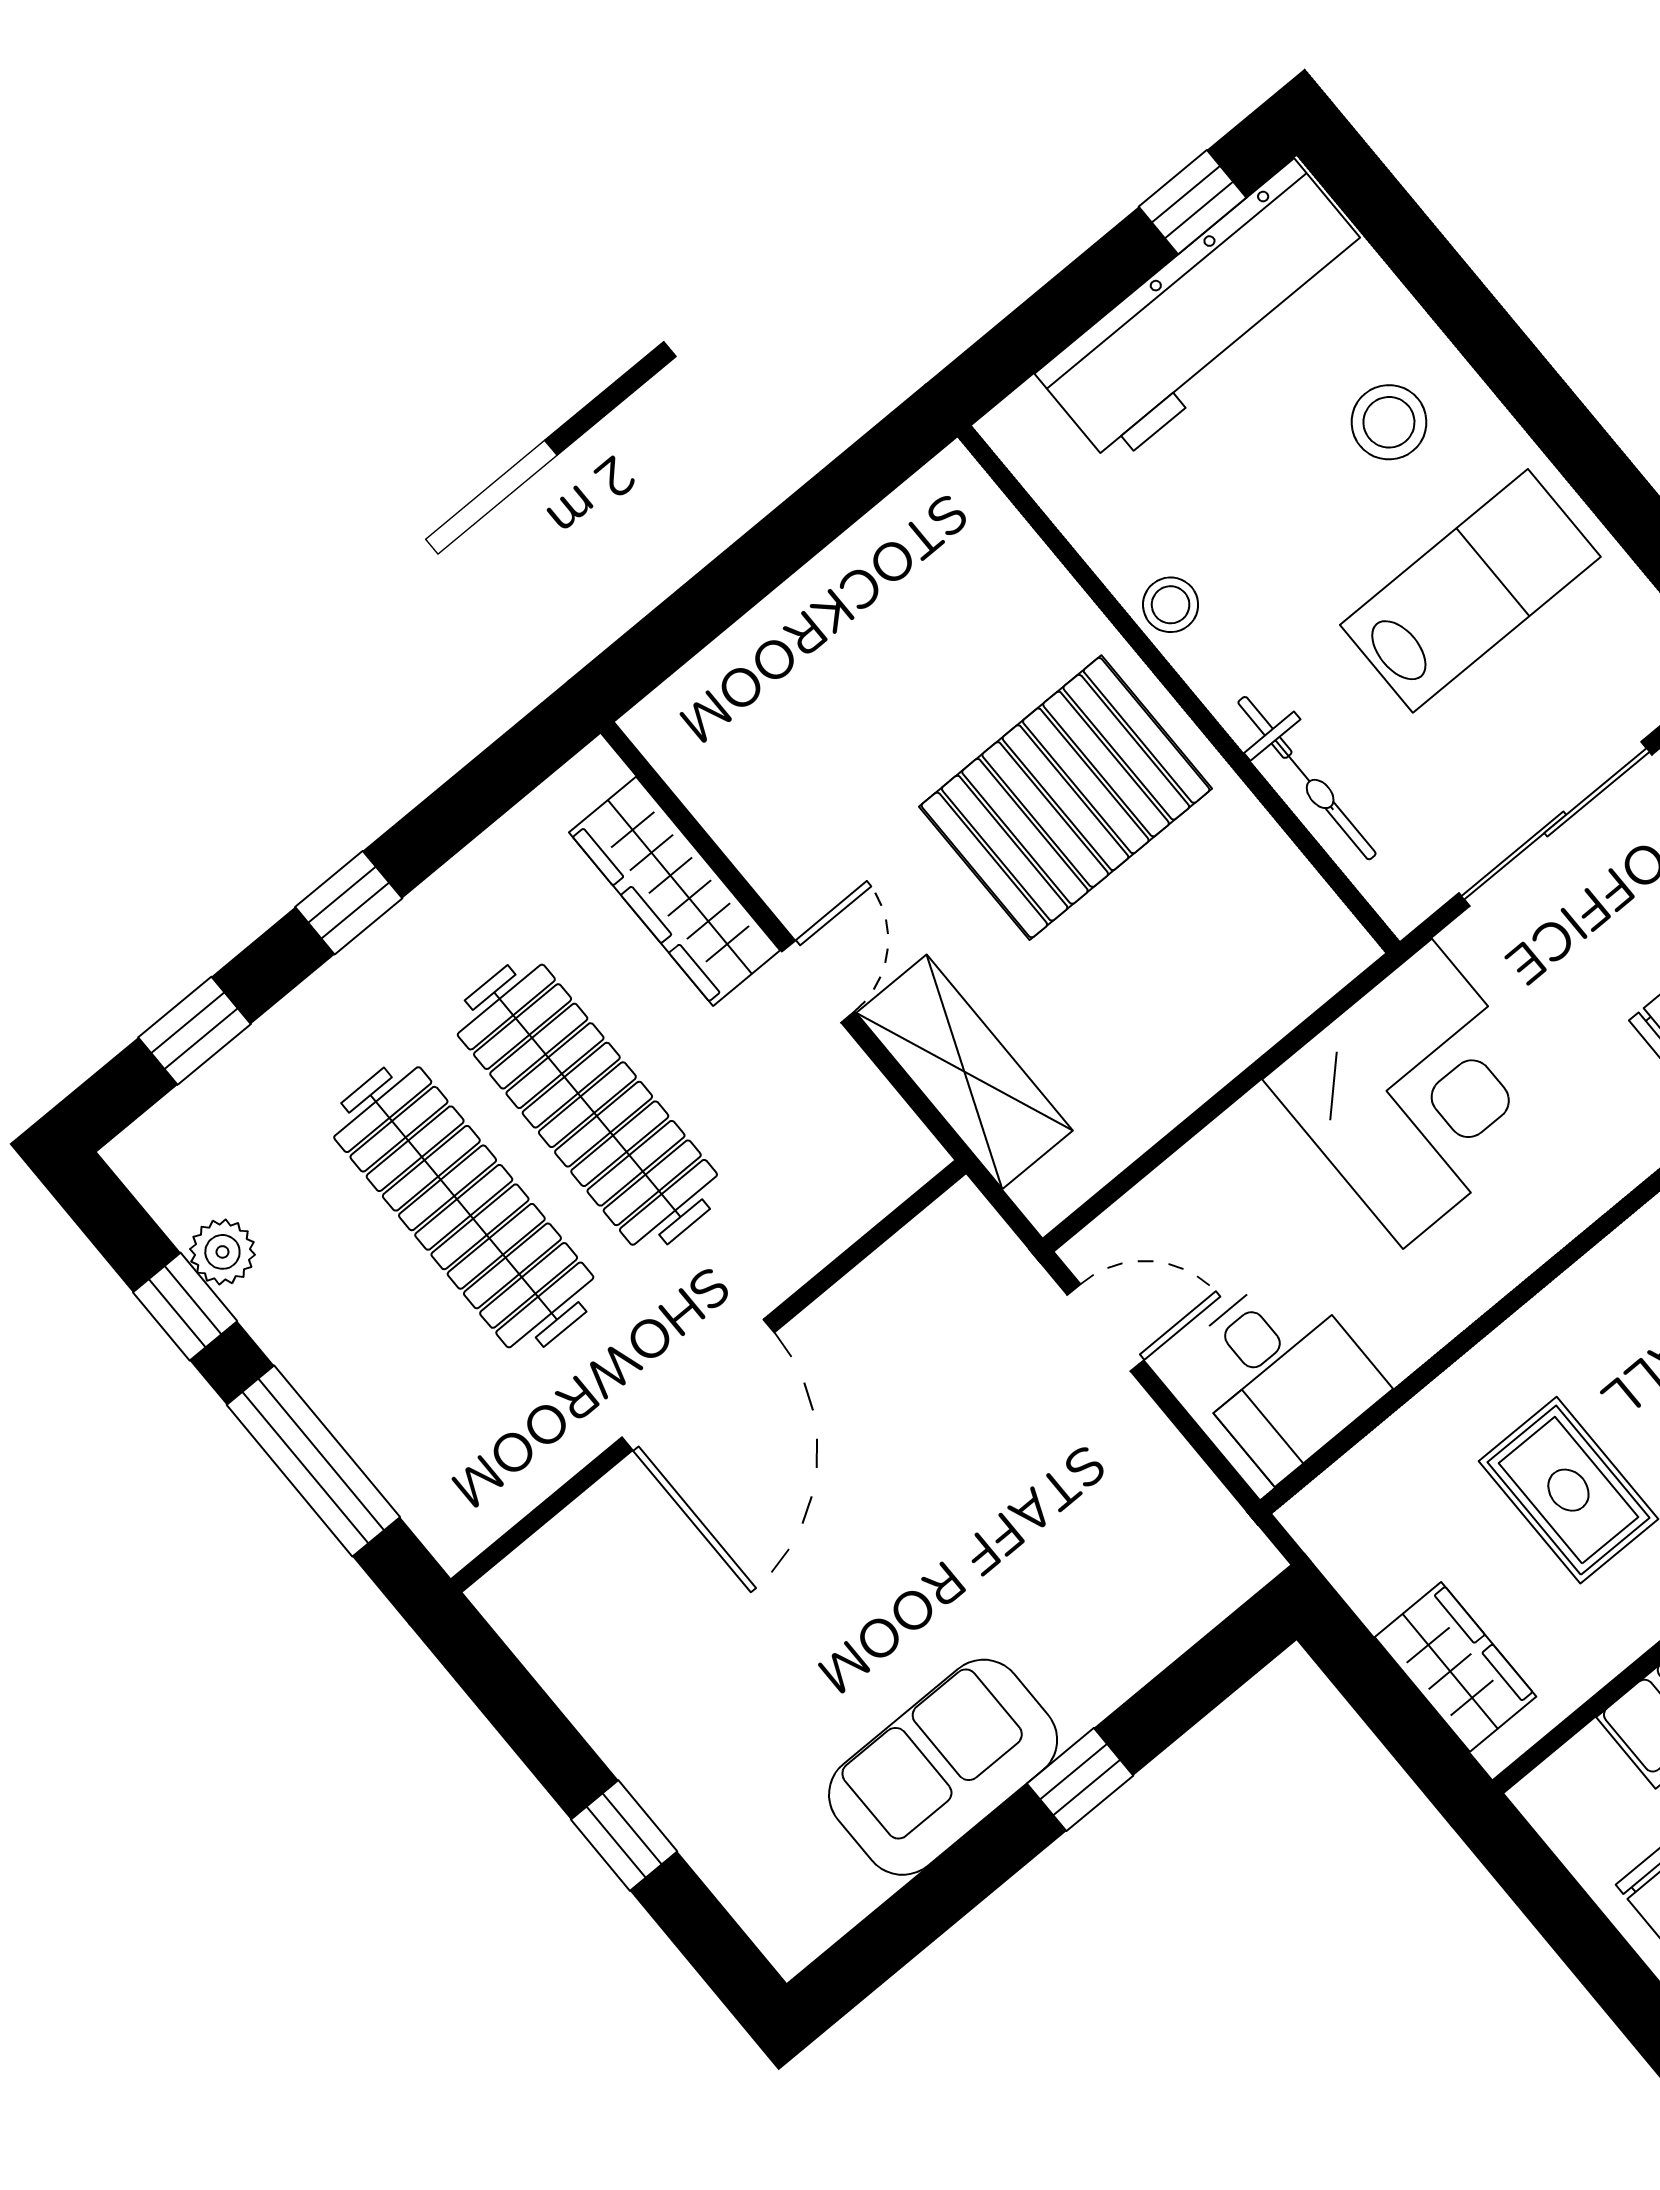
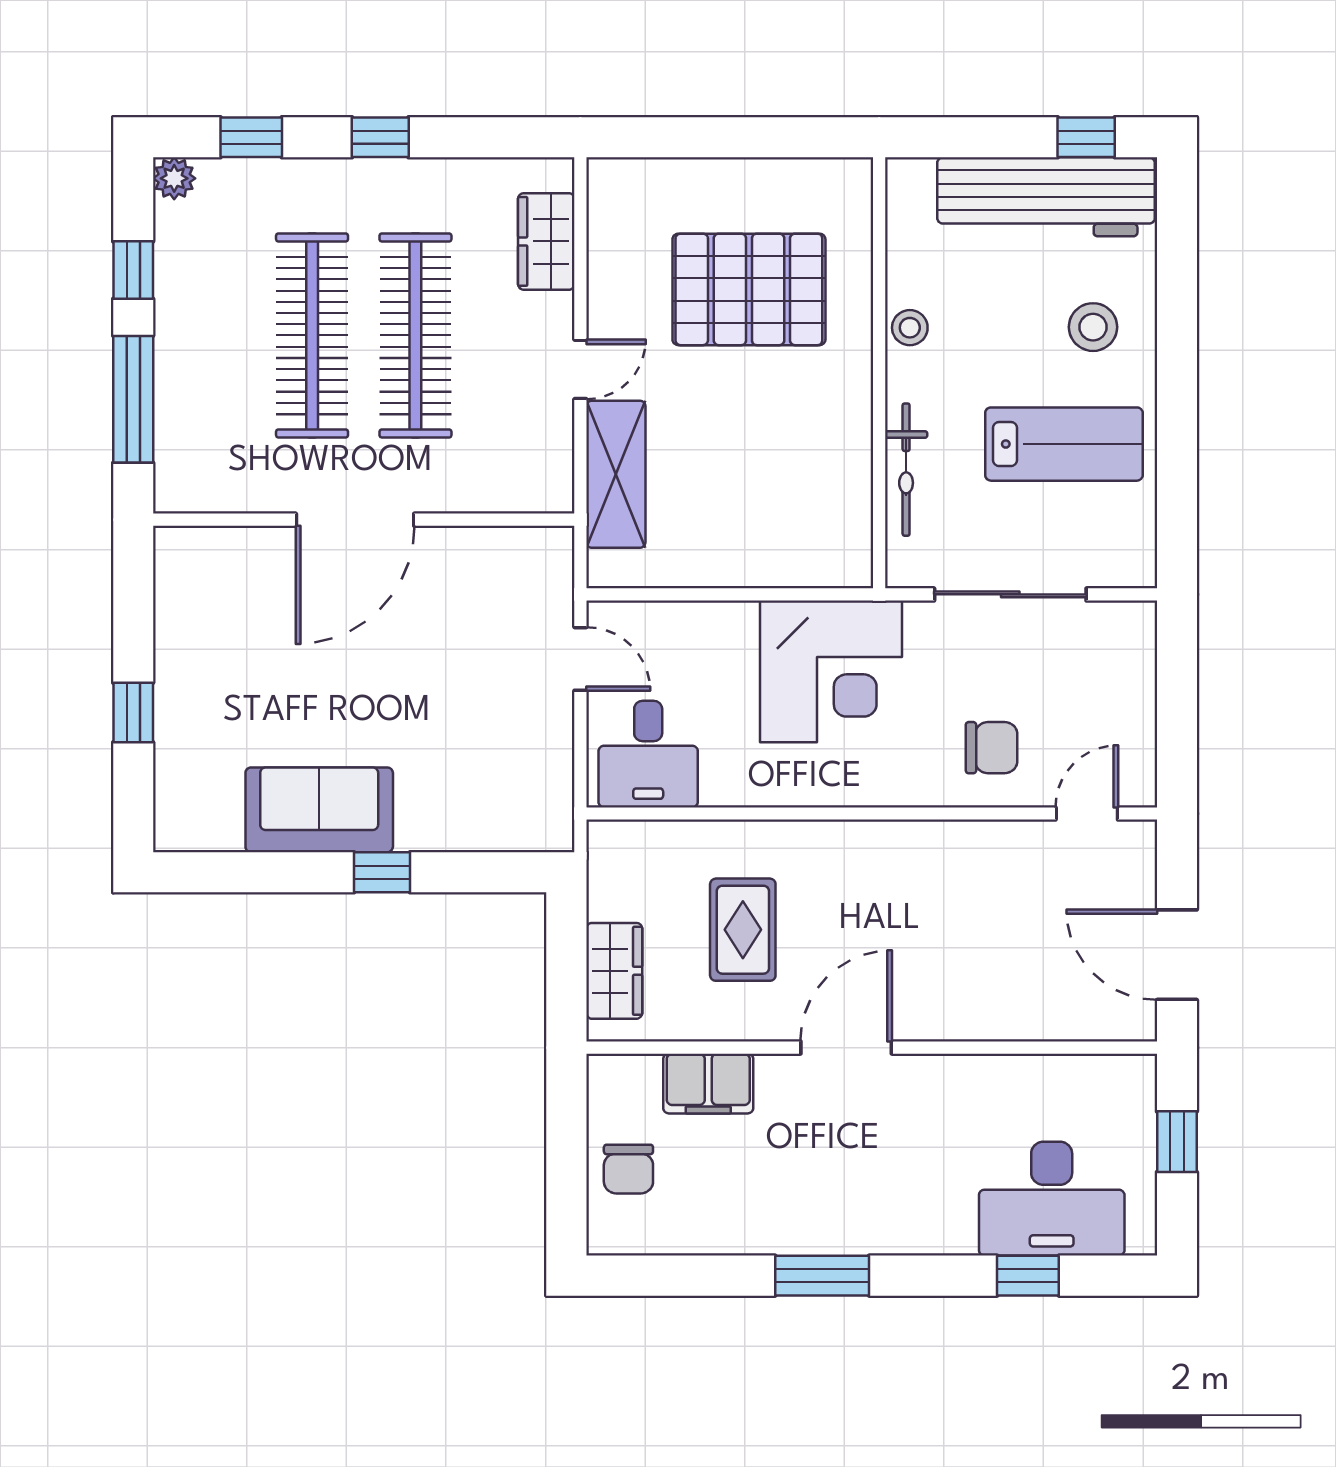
pallet: (1065, 798) -> (749, 289), moved
wardrobe: (675, 891) -> (546, 241), width x0.67
plant: (222, 1252) -> (174, 178), moved

